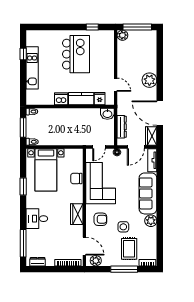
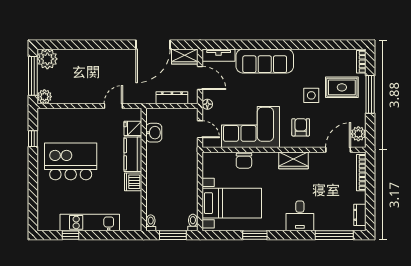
plant: (149, 80) -> (47, 59), moved
washbasin: (107, 114) -> (154, 133), moved
plant: (151, 221) -> (303, 57), removed

